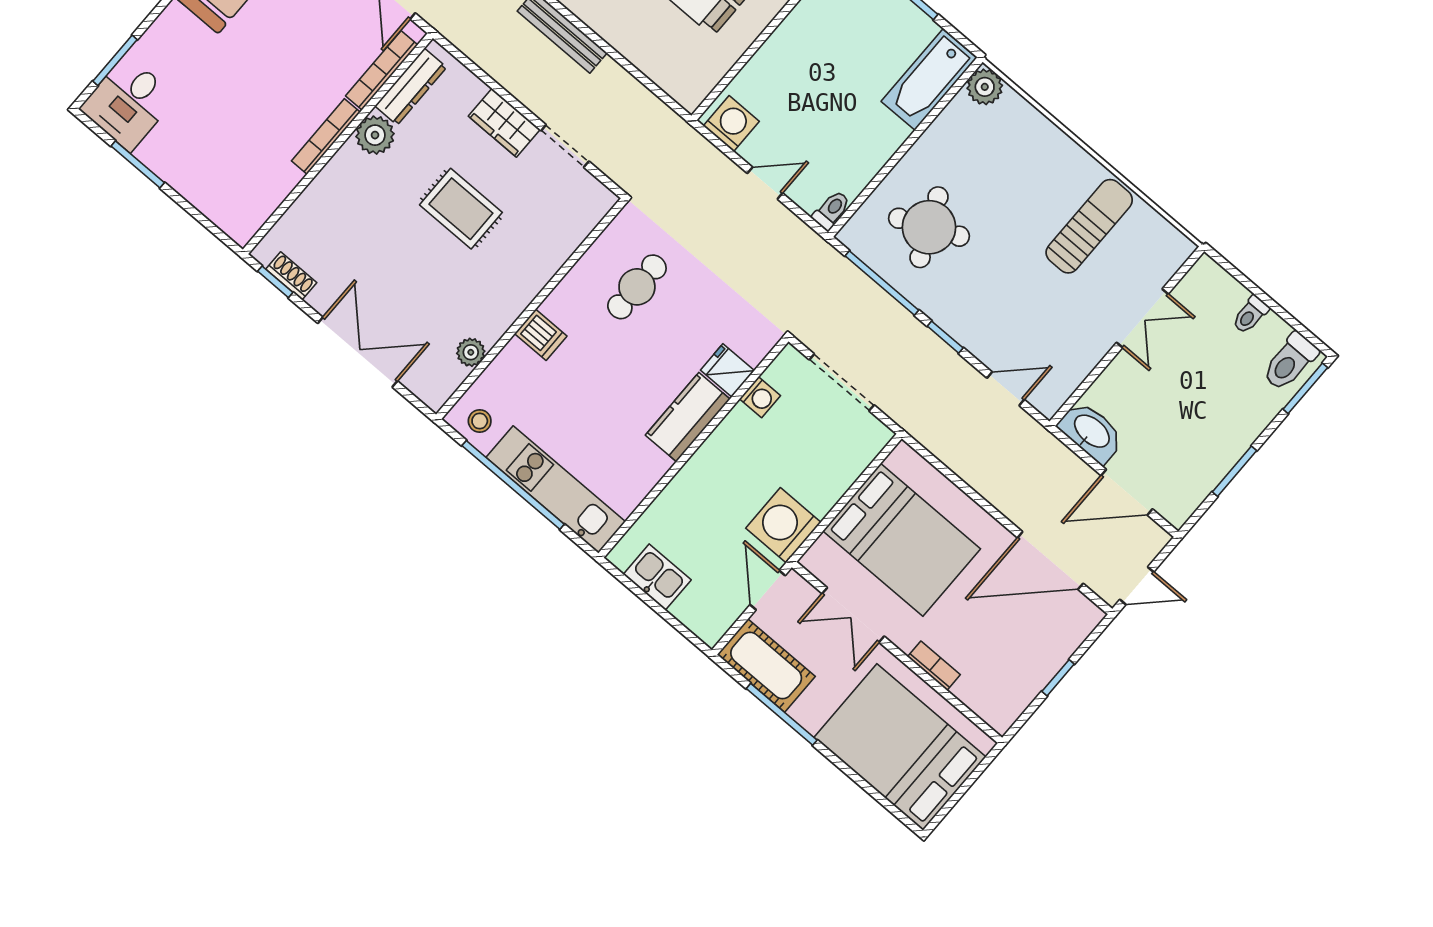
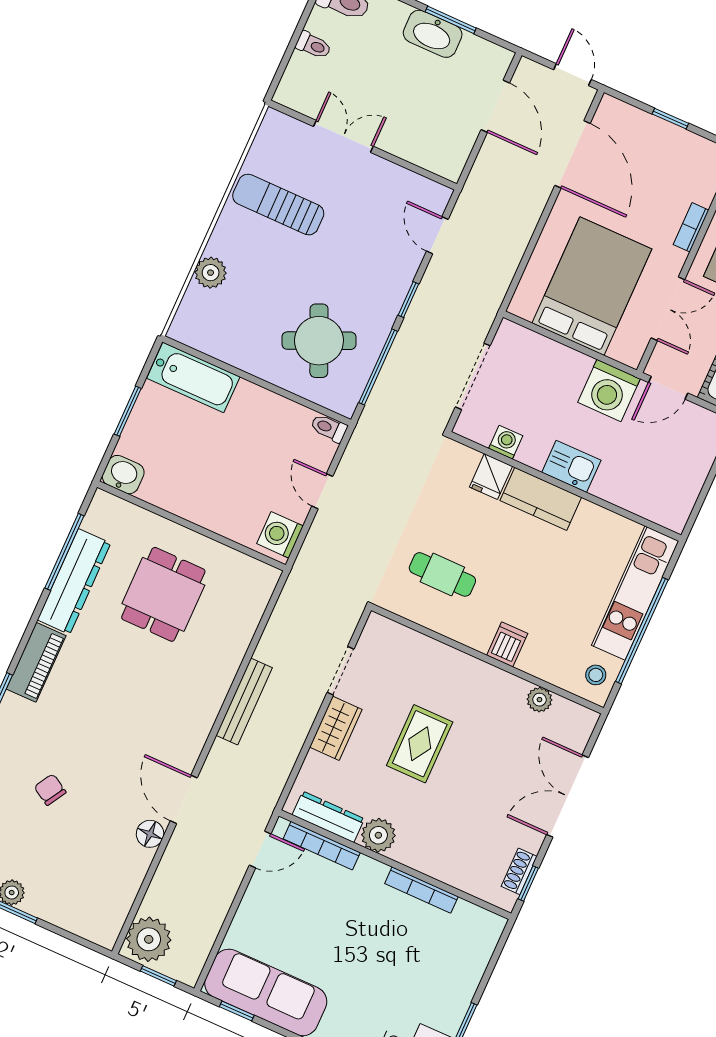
plant: (985, 87) -> (211, 273), moved
bookcase: (326, 136) -> (421, 890), moved
washbasin: (1091, 432) -> (433, 34), moved, turned -90
kitchen sink: (657, 577) -> (571, 466), moved, turned 90

